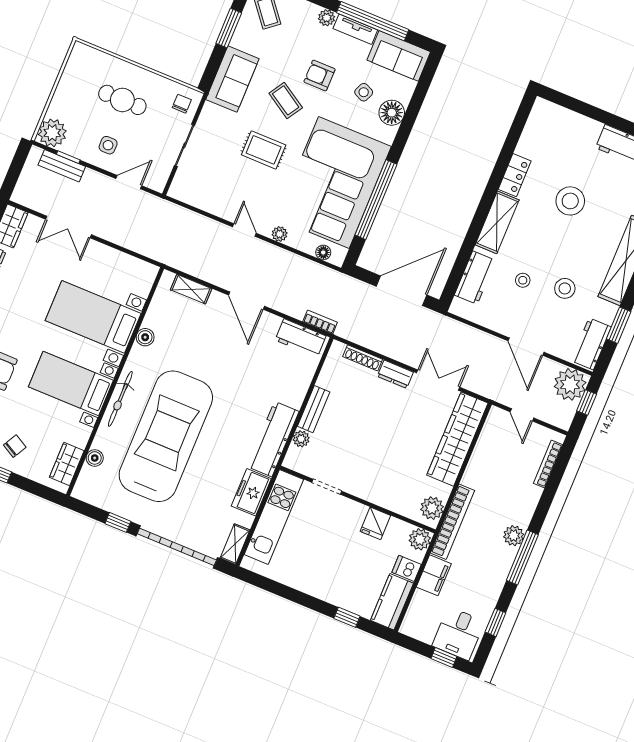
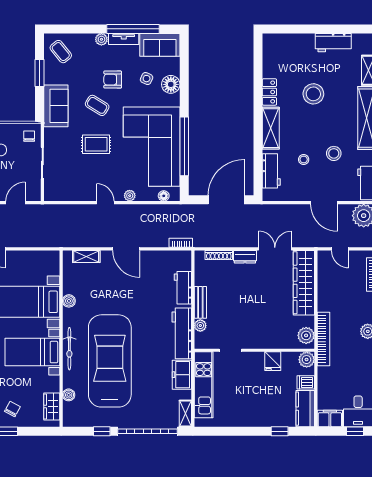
workbench: (301, 338) -> (183, 288), moved, turned 90
filing cabinet: (434, 575) -> (330, 419), moved, turned -90

